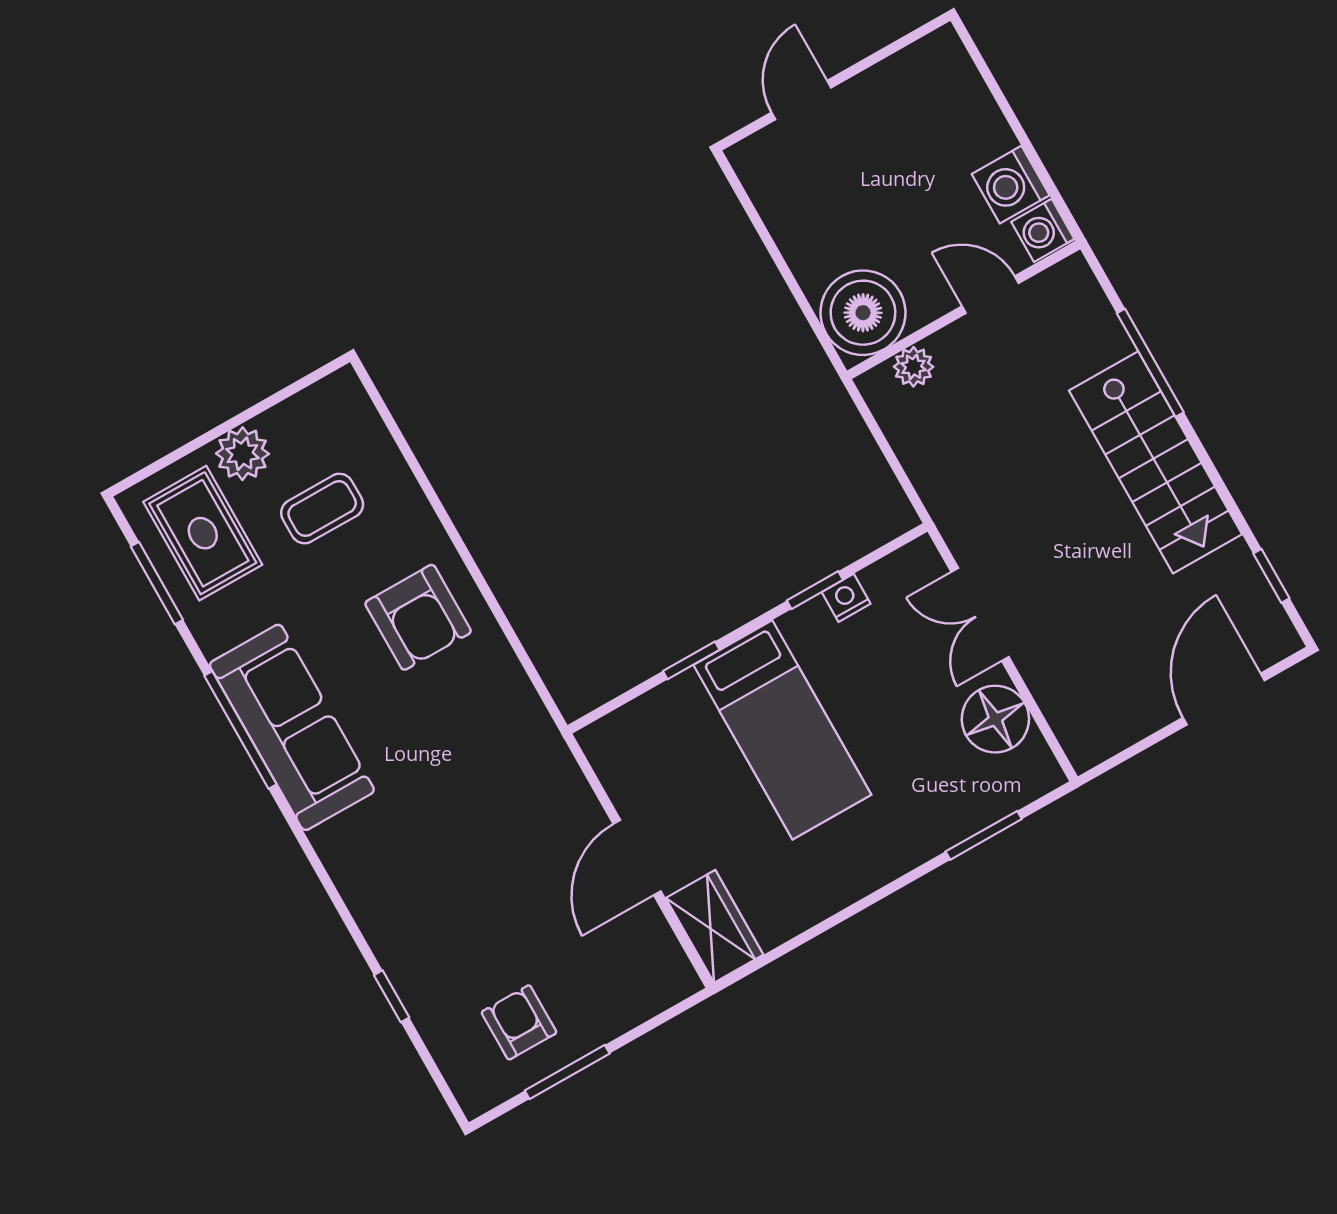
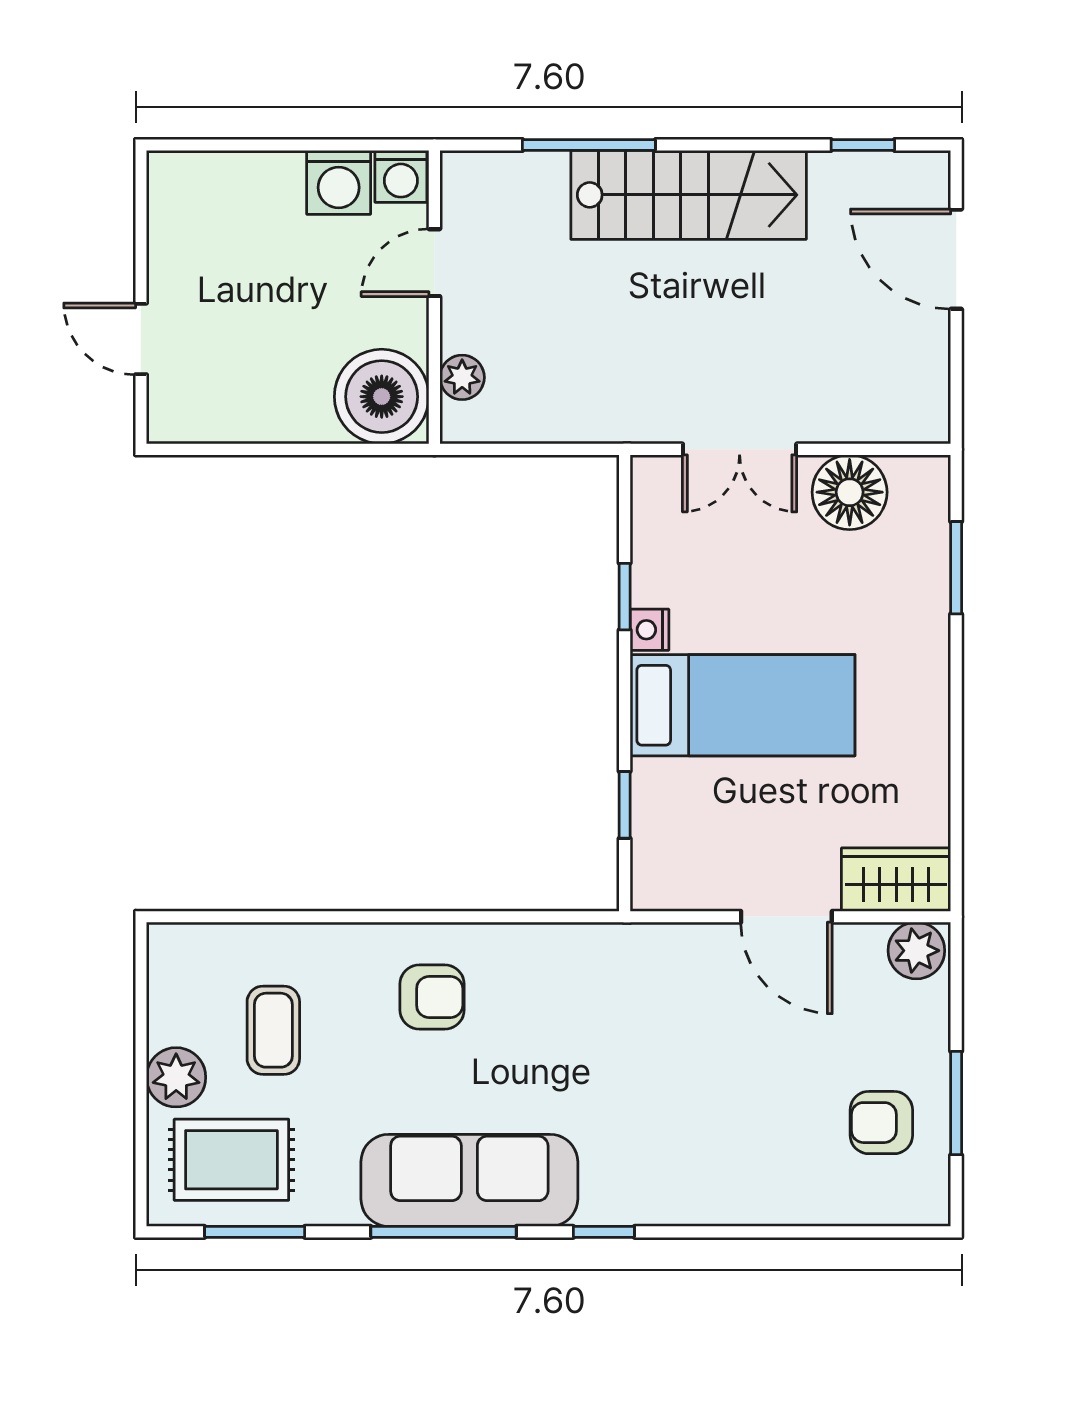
nightstand: (846, 598) -> (649, 630), moved
armchair: (418, 617) -> (432, 997), width x0.72, depth x0.72
window: (691, 660) -> (625, 805), moved
plant: (668, 974) -> (916, 951), added
window: (392, 996) -> (604, 1232), moved

